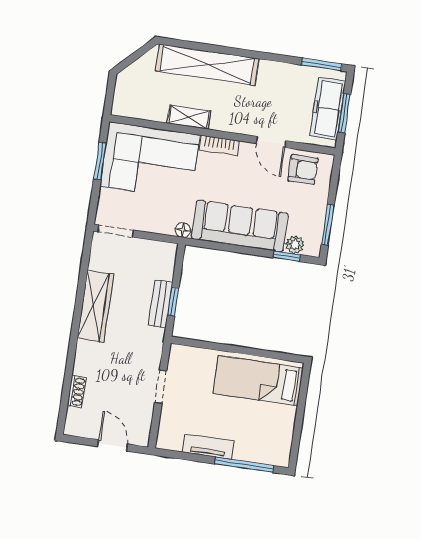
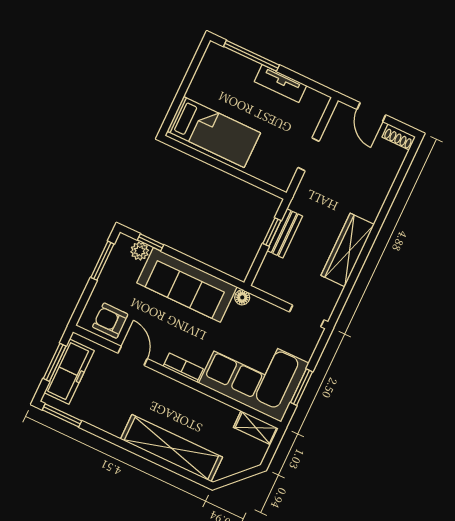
shelving: (189, 117) -> (256, 428), moved
shoe rack: (77, 392) -> (399, 137), moved, turned -90

